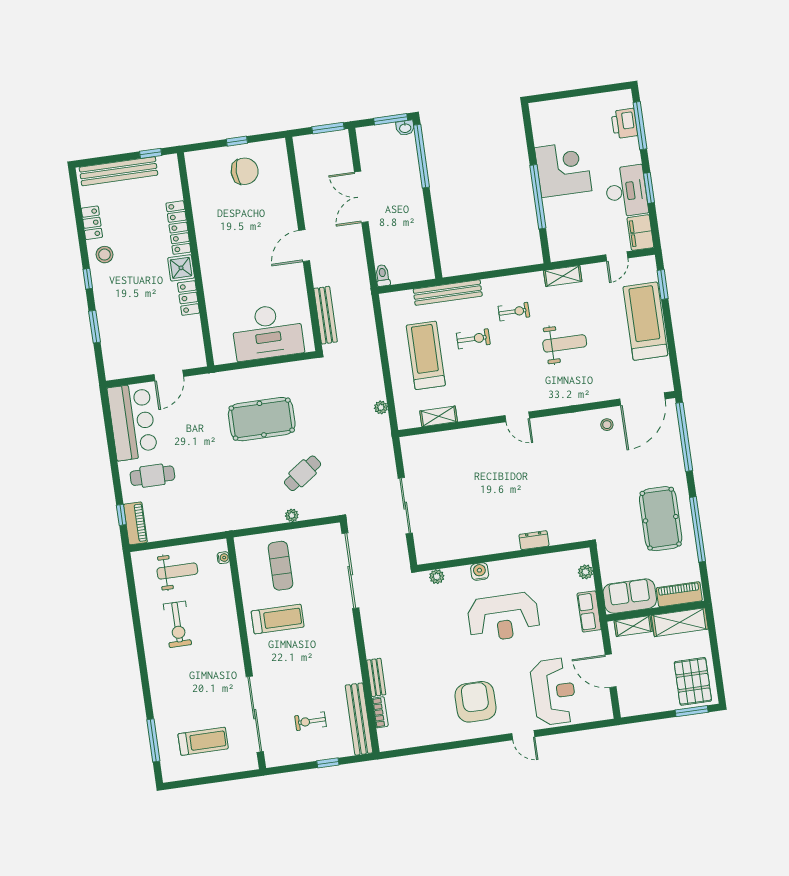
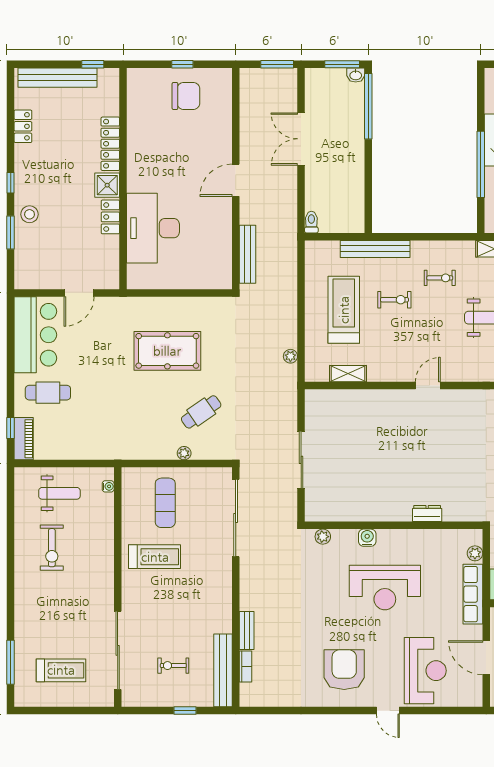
stool: (105, 255) -> (30, 214), moved
desk: (268, 332) -> (153, 228), moved, turned 90
door: (517, 417) -> (428, 386), swing flipped
row of seats: (589, 611) -> (473, 594), width x1.48

